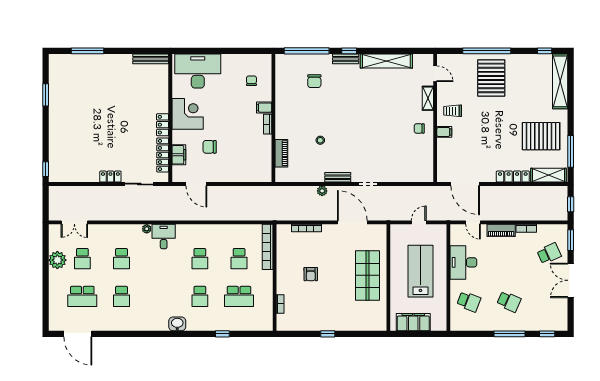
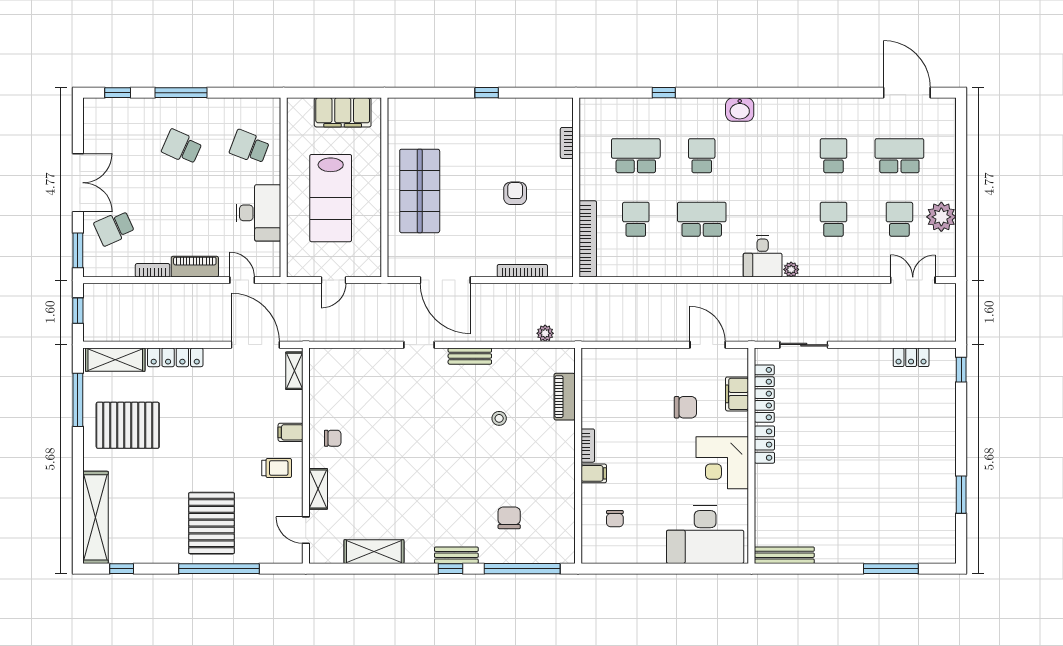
shelving: (386, 61) -> (374, 552), width x0.68
shelving: (442, 169) -> (294, 371), added
locker: (110, 177) -> (911, 357), moved
plant: (322, 191) -> (545, 333), moved
school desk: (200, 259) -> (702, 219), width x1.85

